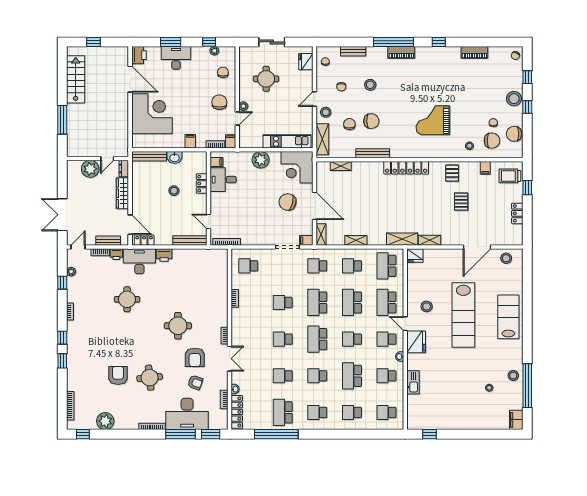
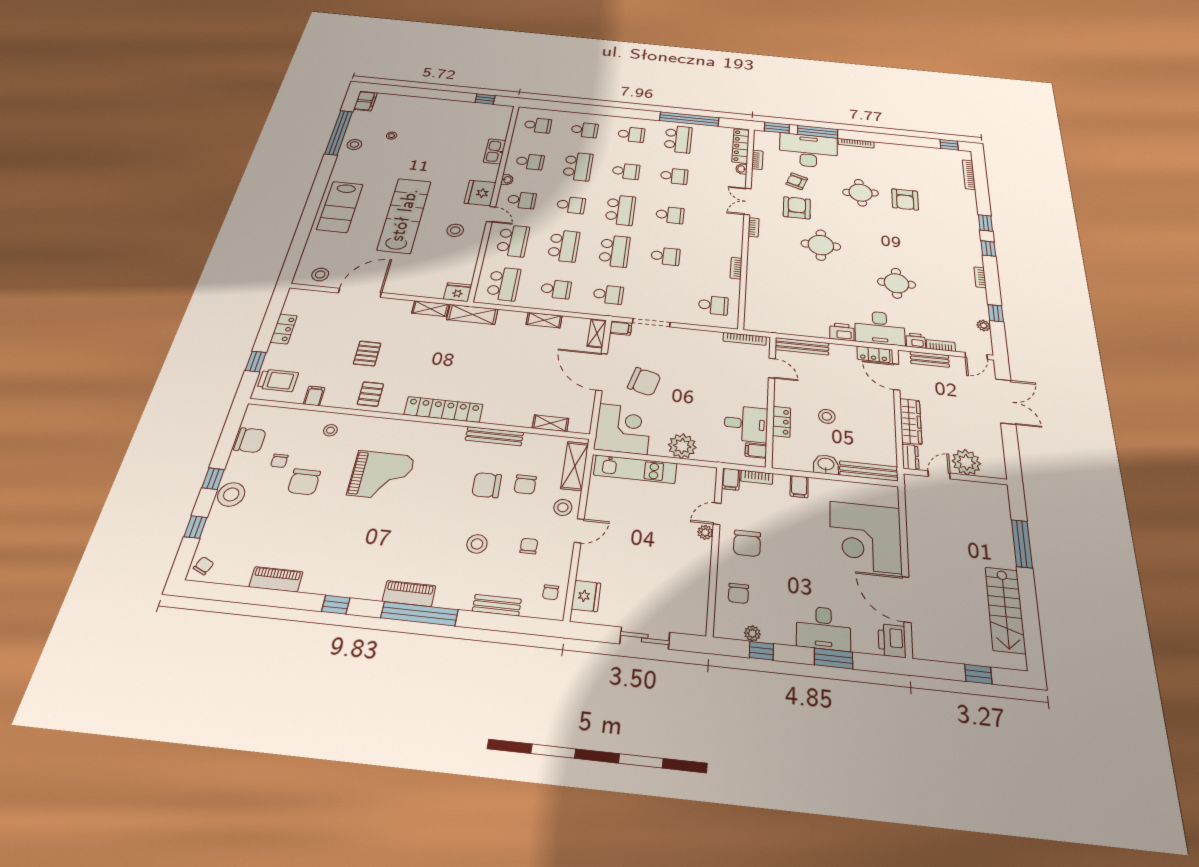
round table: (266, 79) -> (661, 574), removed
chair: (492, 141) -> (304, 482), moved, turned -90
plant: (105, 421) -> (920, 154), removed

